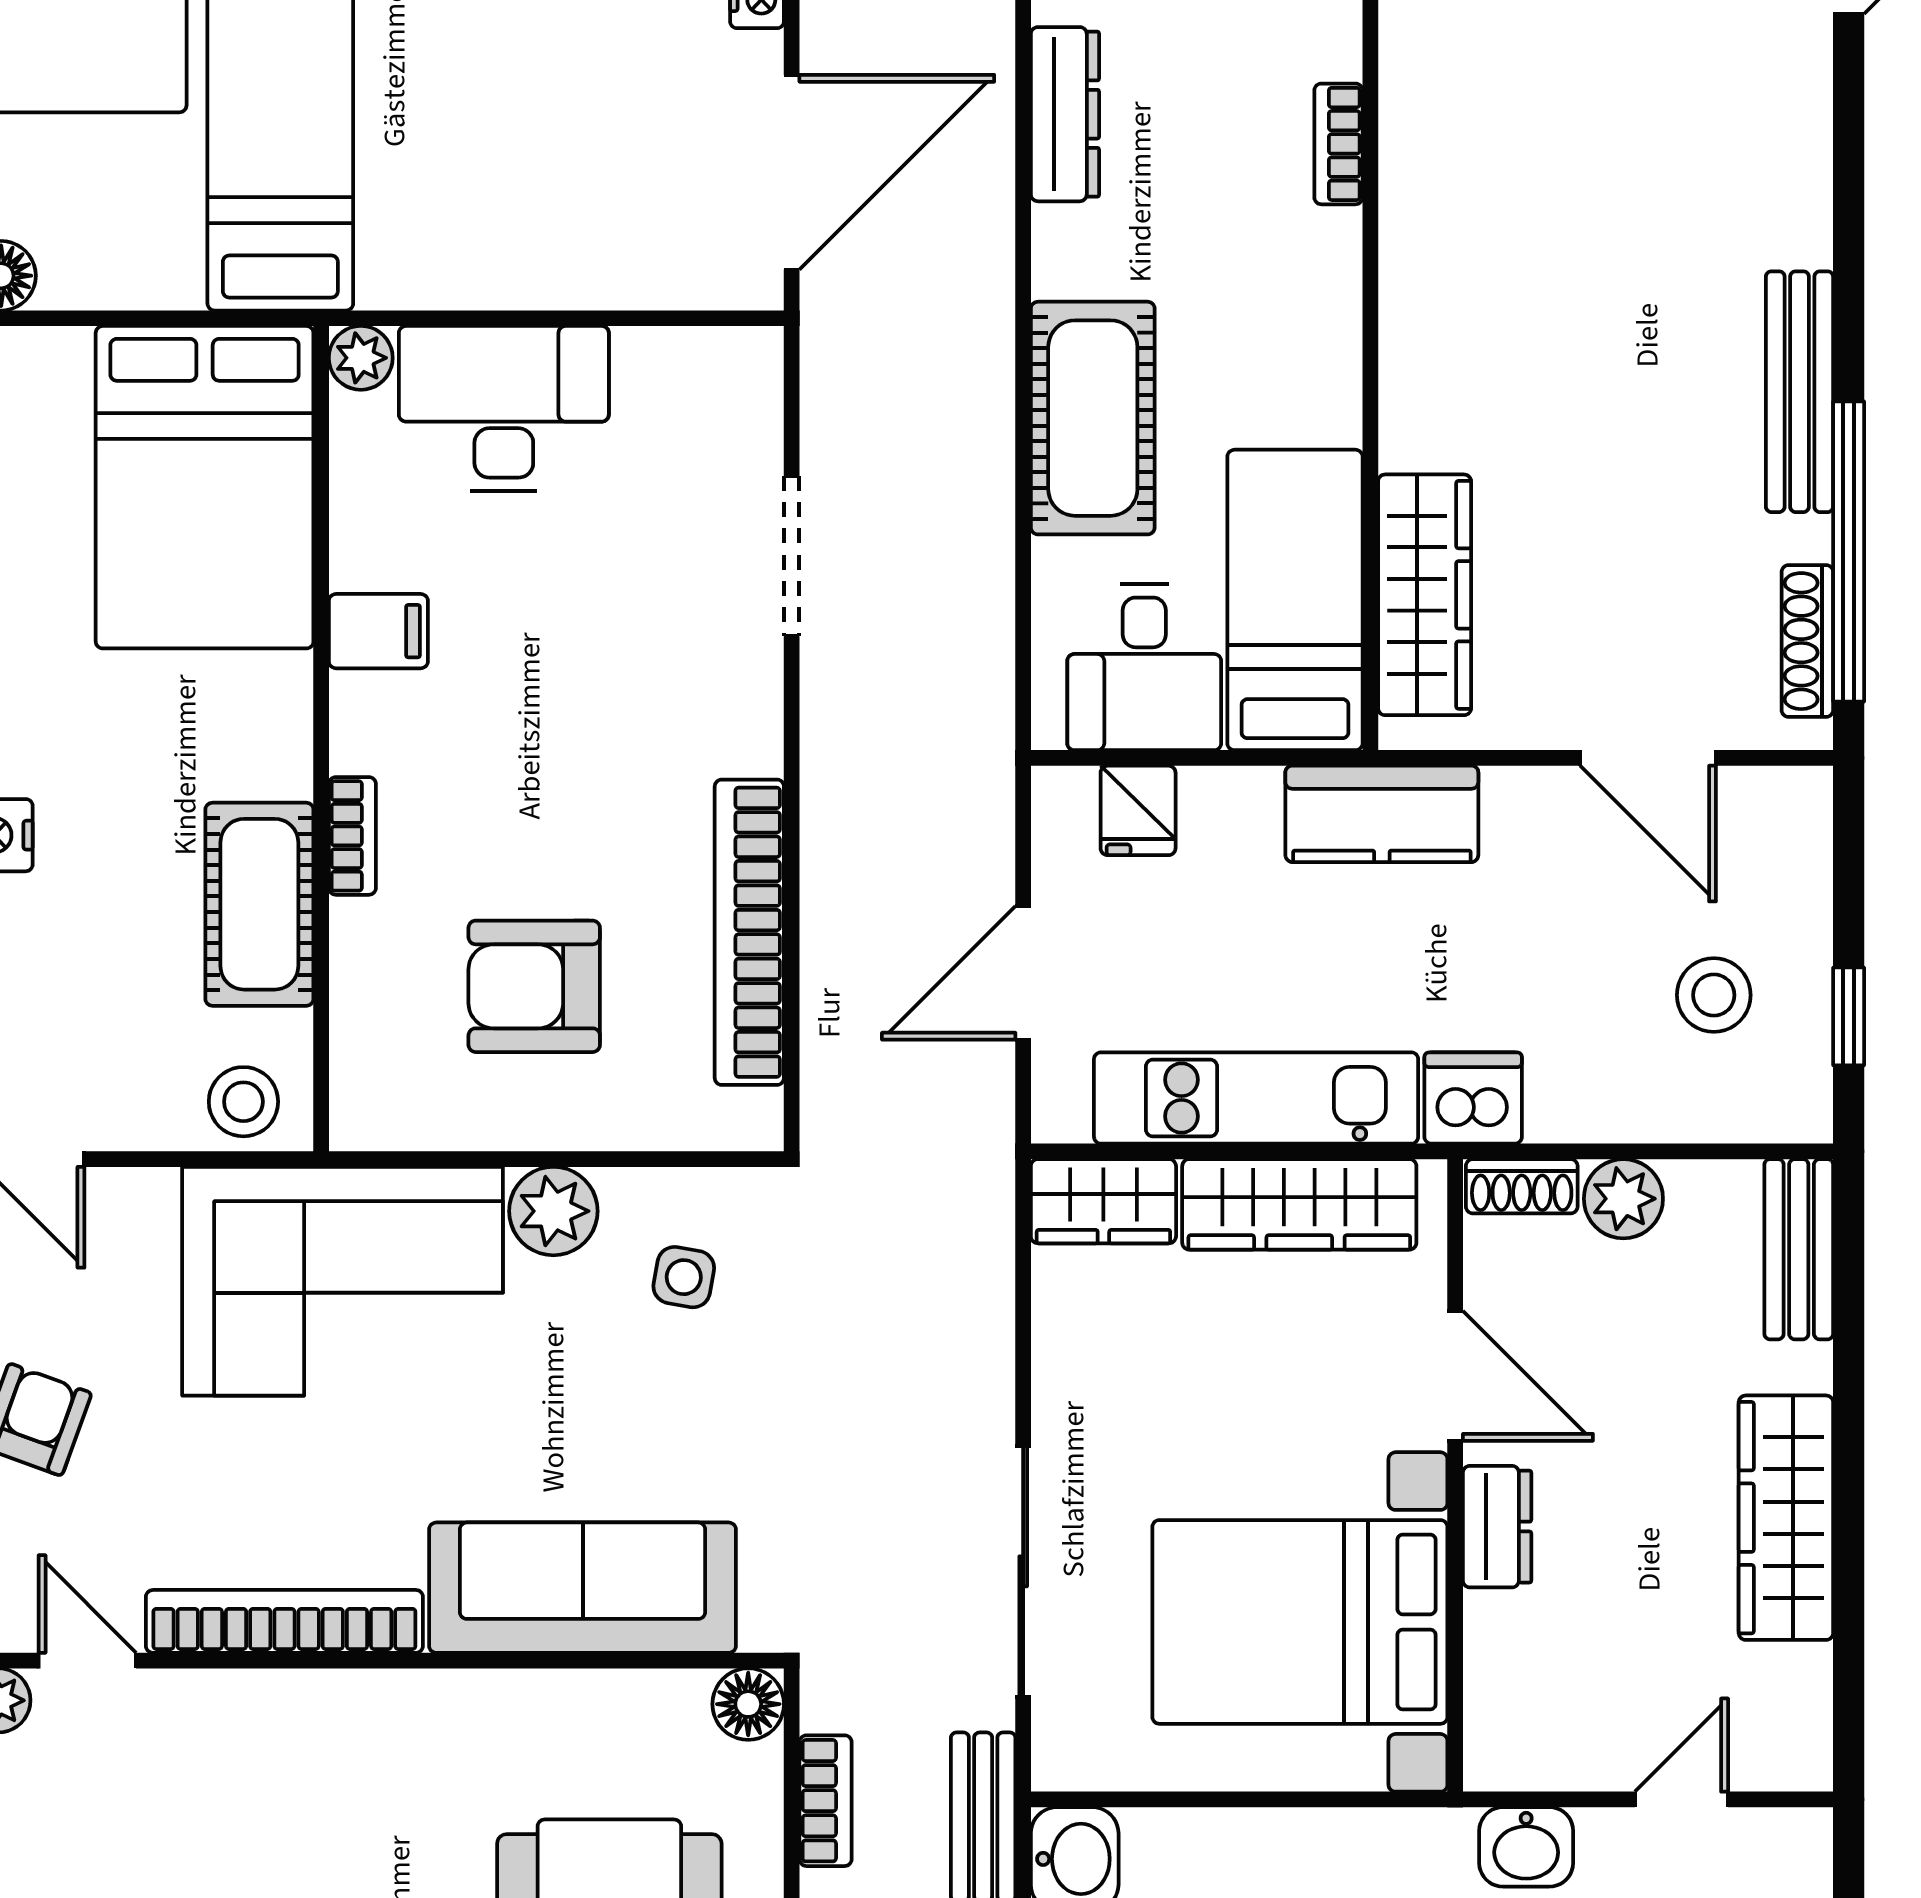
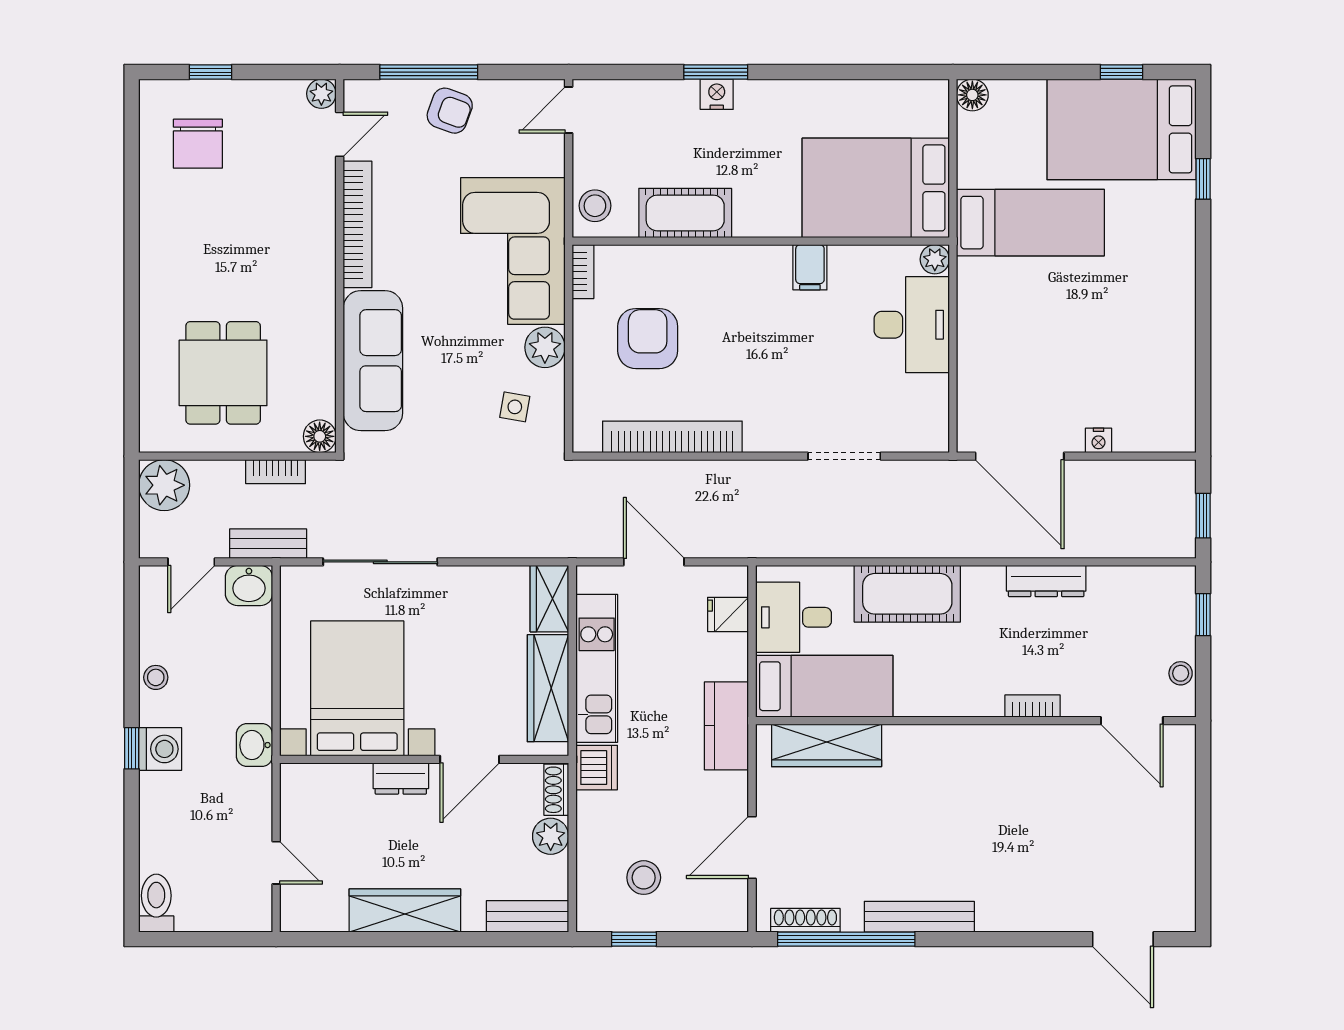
bookcase: (352, 836) -> (583, 272), moved, turned -90
washbasin: (1526, 1847) -> (254, 745), moved

